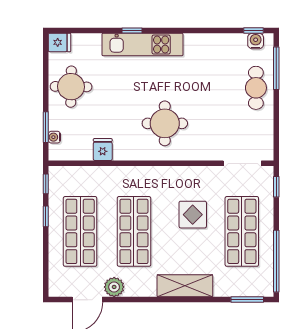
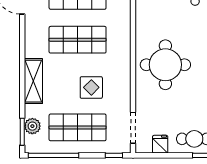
round table: (165, 123) -> (165, 65), width x1.36, depth x1.36
fridge: (103, 150) -> (160, 144), moved, turned -90
plant: (114, 287) -> (32, 126), moved

